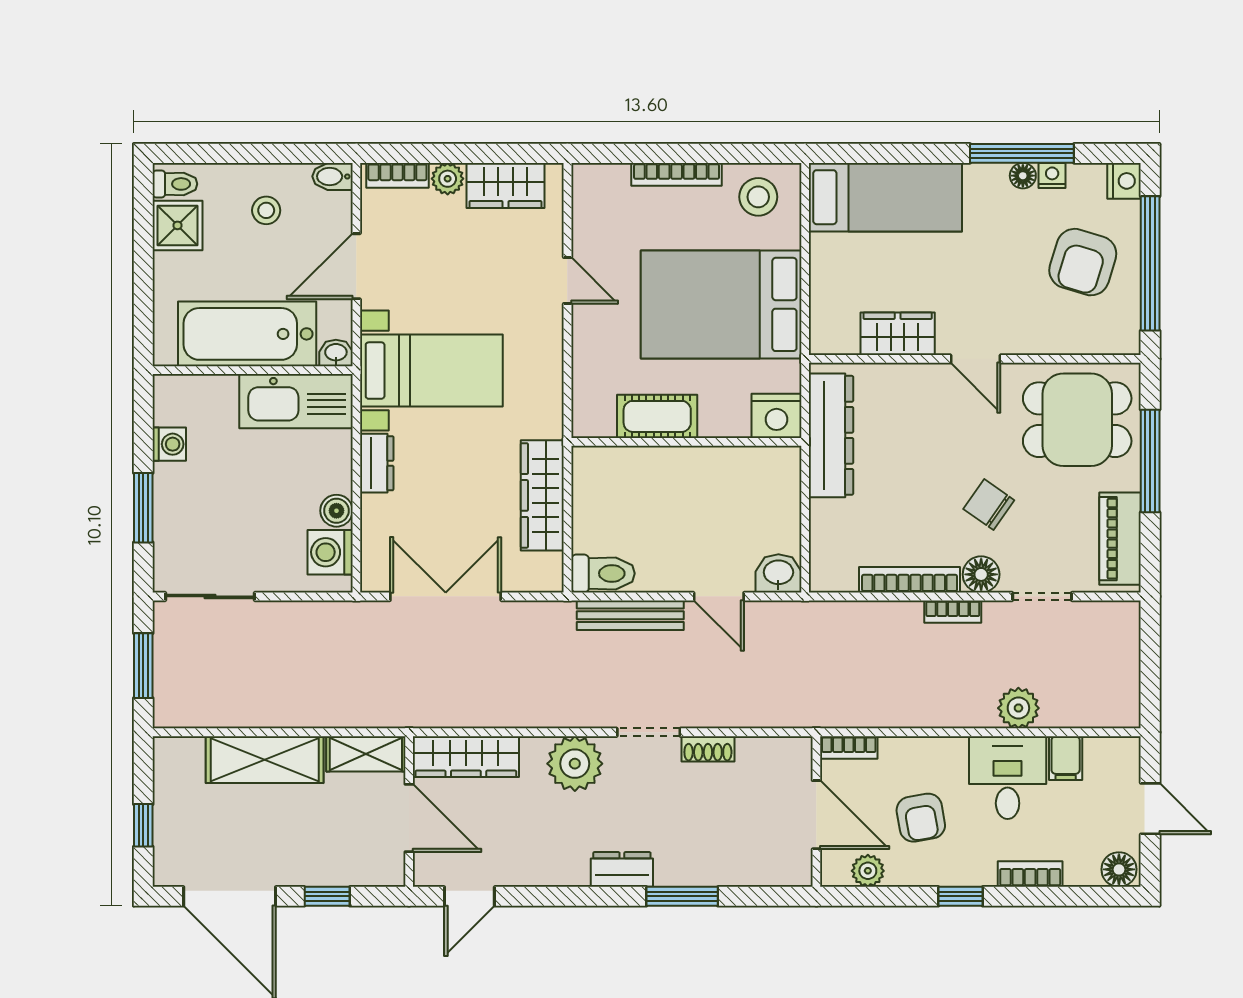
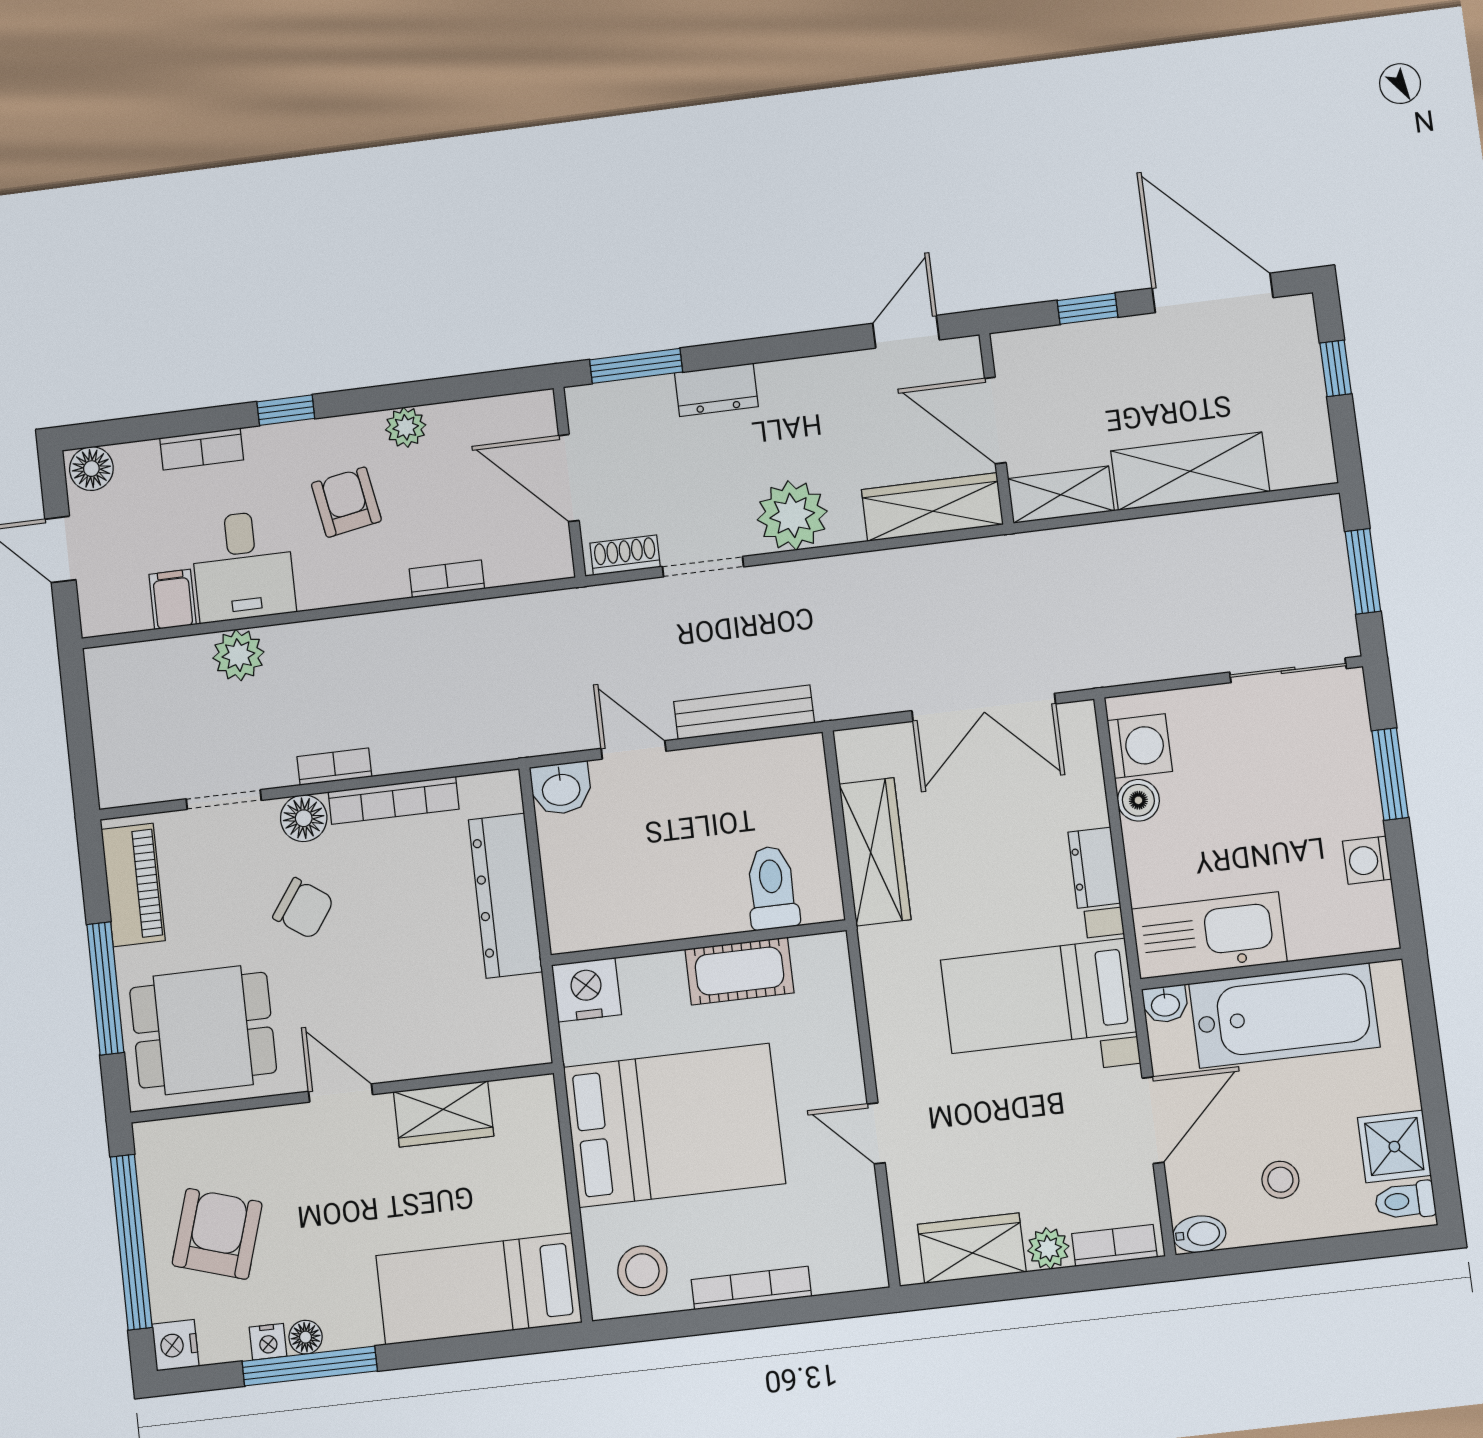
dresser: (831, 435) -> (505, 896), moved
toilet: (603, 573) -> (772, 888), moved, turned 90
wall: (816, 811) -> (569, 482), moved
door: (816, 815) -> (569, 478), moved

